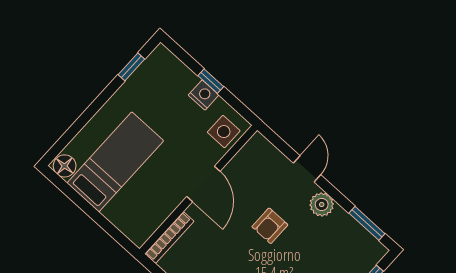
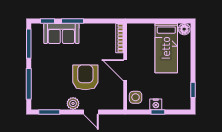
armchair: (270, 226) -> (85, 77), width x1.88, depth x1.88

